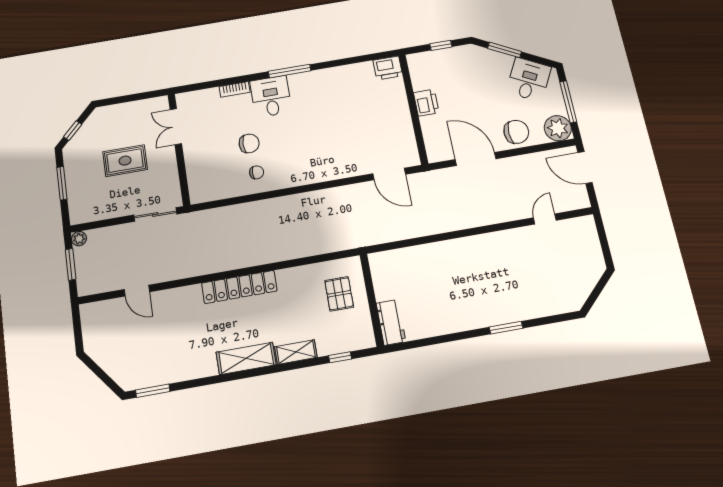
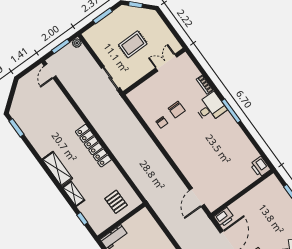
printer: (426, 103) -> (224, 217), moved
rug: (125, 161) -> (133, 44), turned 90
door: (137, 291) -> (50, 71), moved
pallet: (339, 294) -> (116, 202), turned 90

